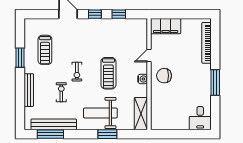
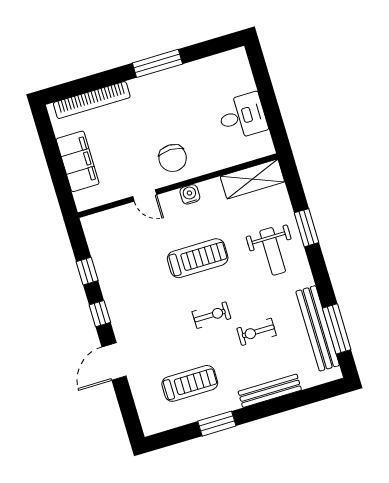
filing cabinet: (166, 26) -> (78, 161), moved
weight bench: (100, 113) -> (273, 251), width x0.73, depth x0.75
desk: (200, 118) -> (242, 116), moved

